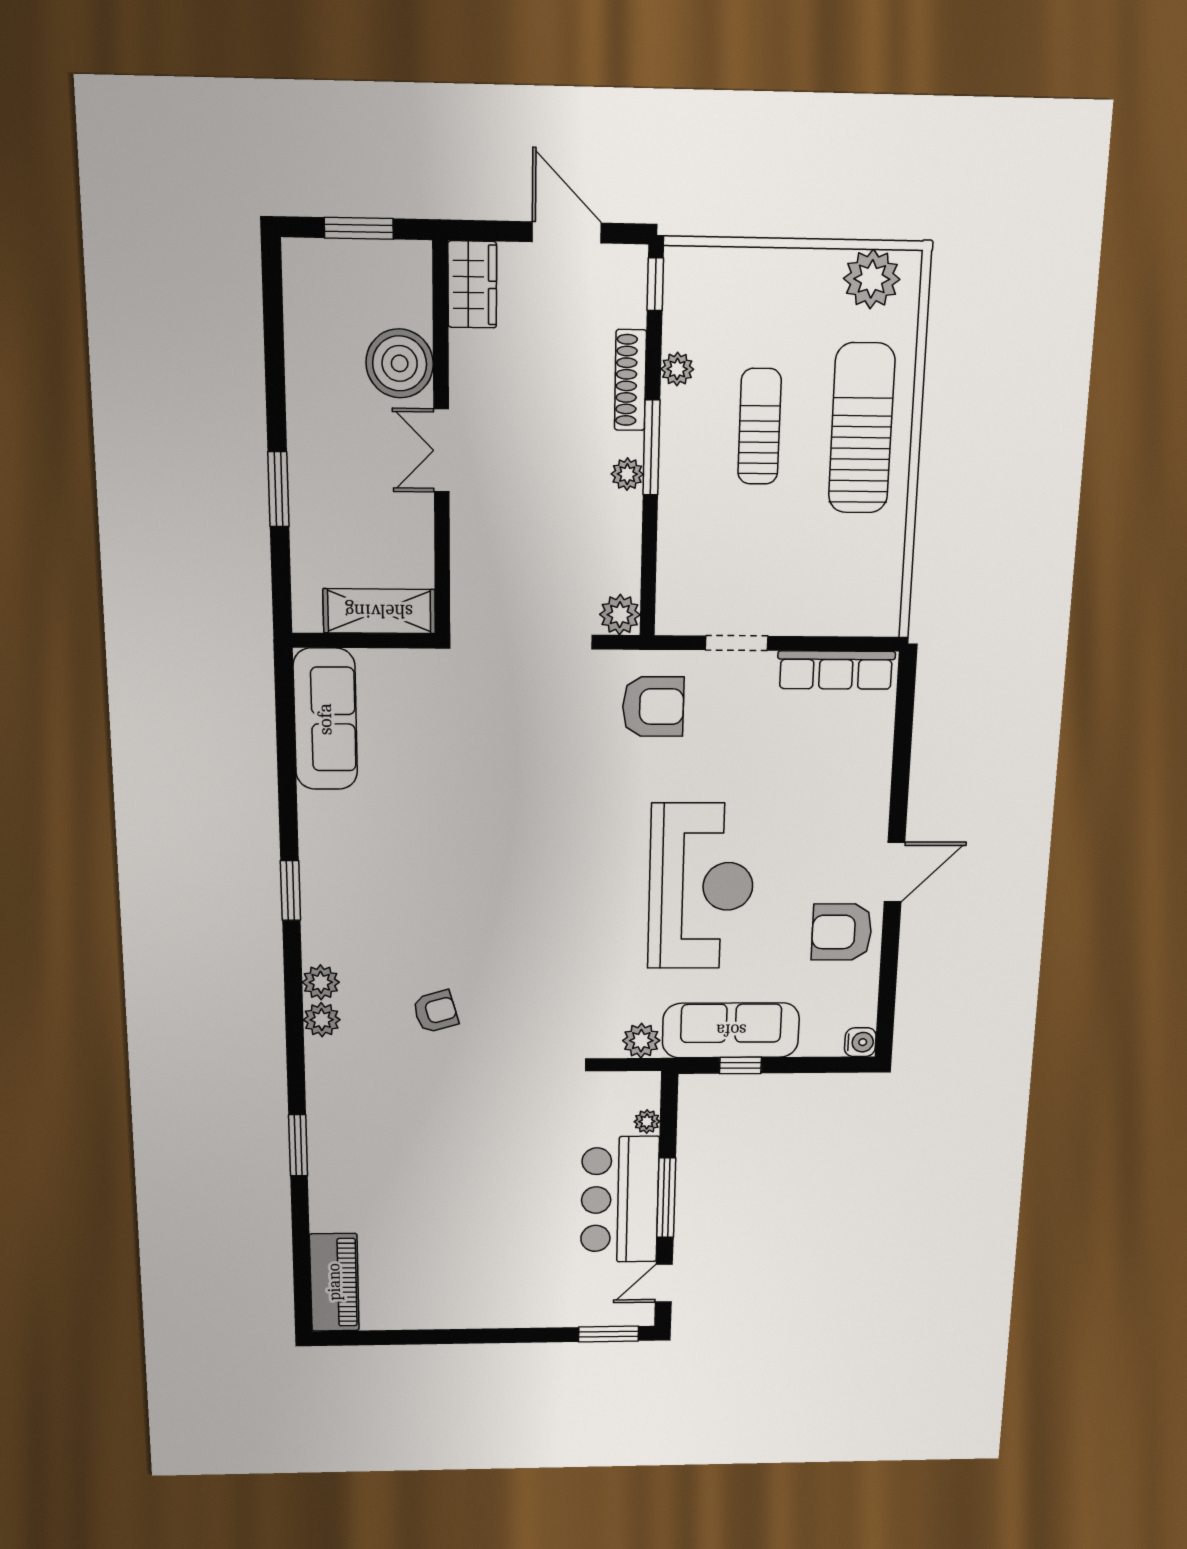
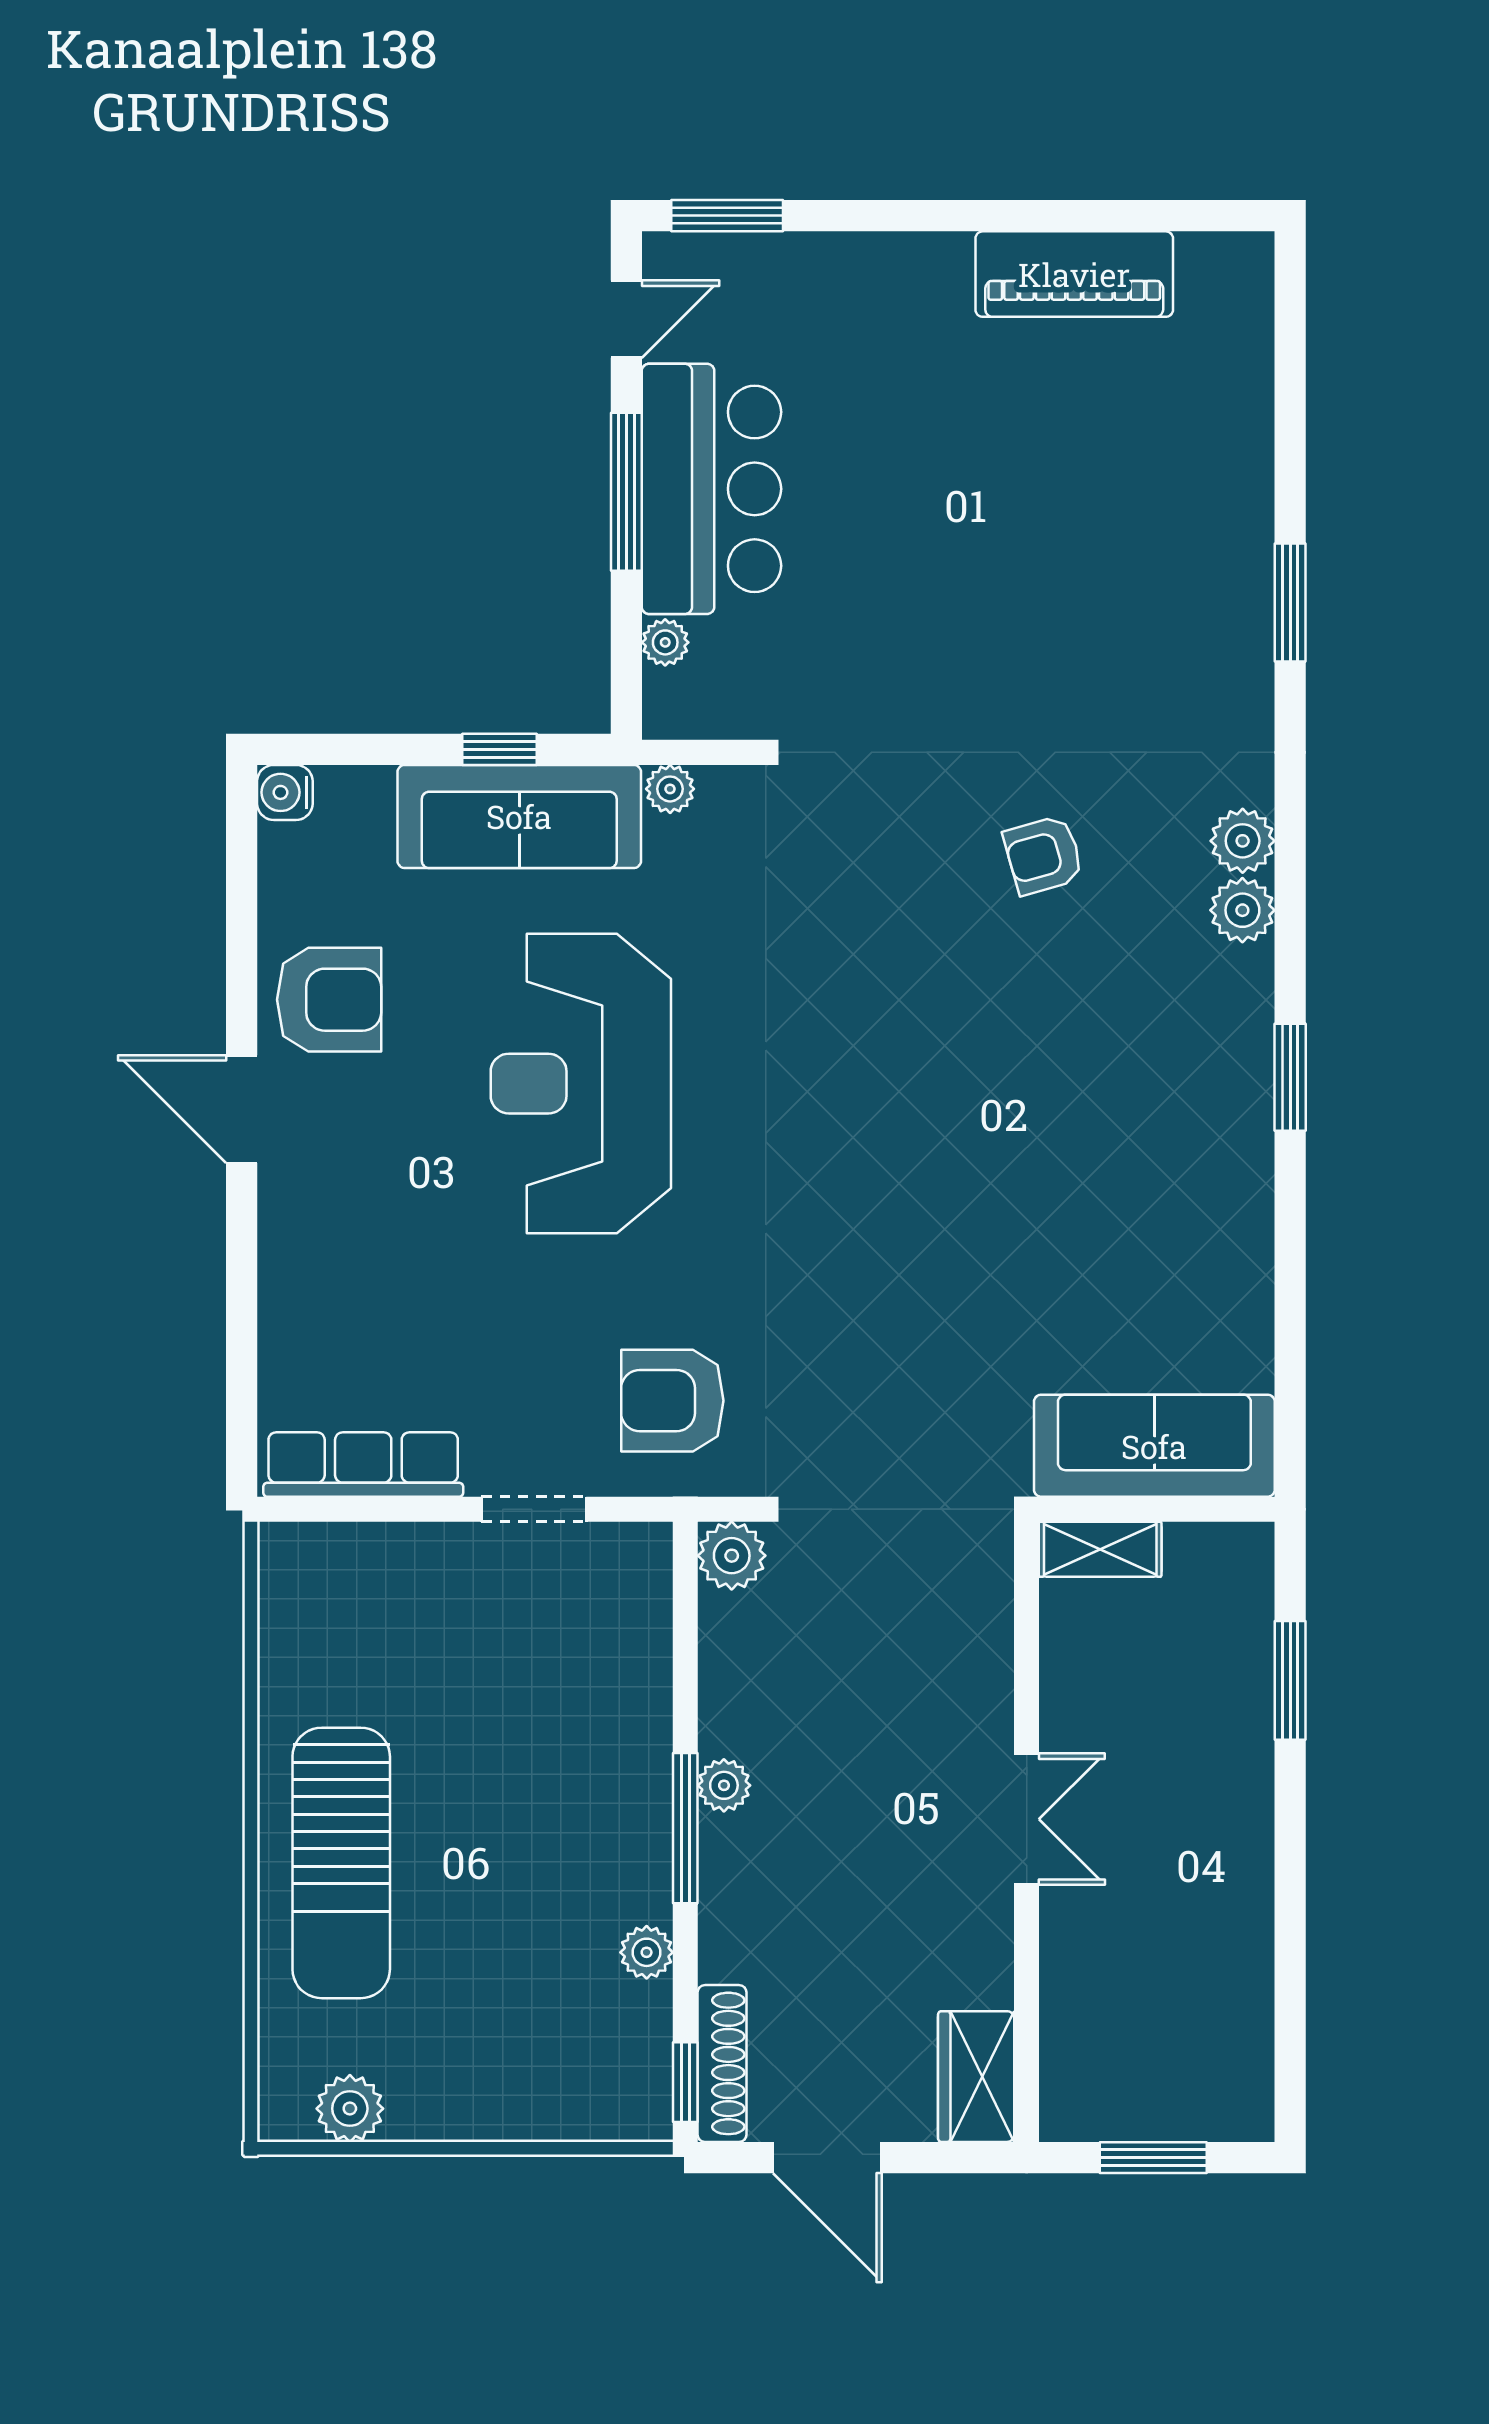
plant: (872, 279) -> (350, 2109), width x0.73, depth x0.73
boiler: (400, 363) -> (1092, 1954), removed
shoe rack: (630, 380) -> (722, 2063), moved
sun lounger: (759, 427) -> (509, 1864), removed
window: (278, 489) -> (1290, 1680), moved
shelving: (379, 611) -> (1100, 1549), width x0.67, depth x0.75
sofa: (325, 719) -> (1154, 1446), moved, turned 90
door: (894, 872) -> (242, 1109), hinge flipped
plant: (641, 1041) -> (670, 789), width x0.73, depth x0.73
piano: (334, 1282) -> (1074, 274), moved, turned -90

